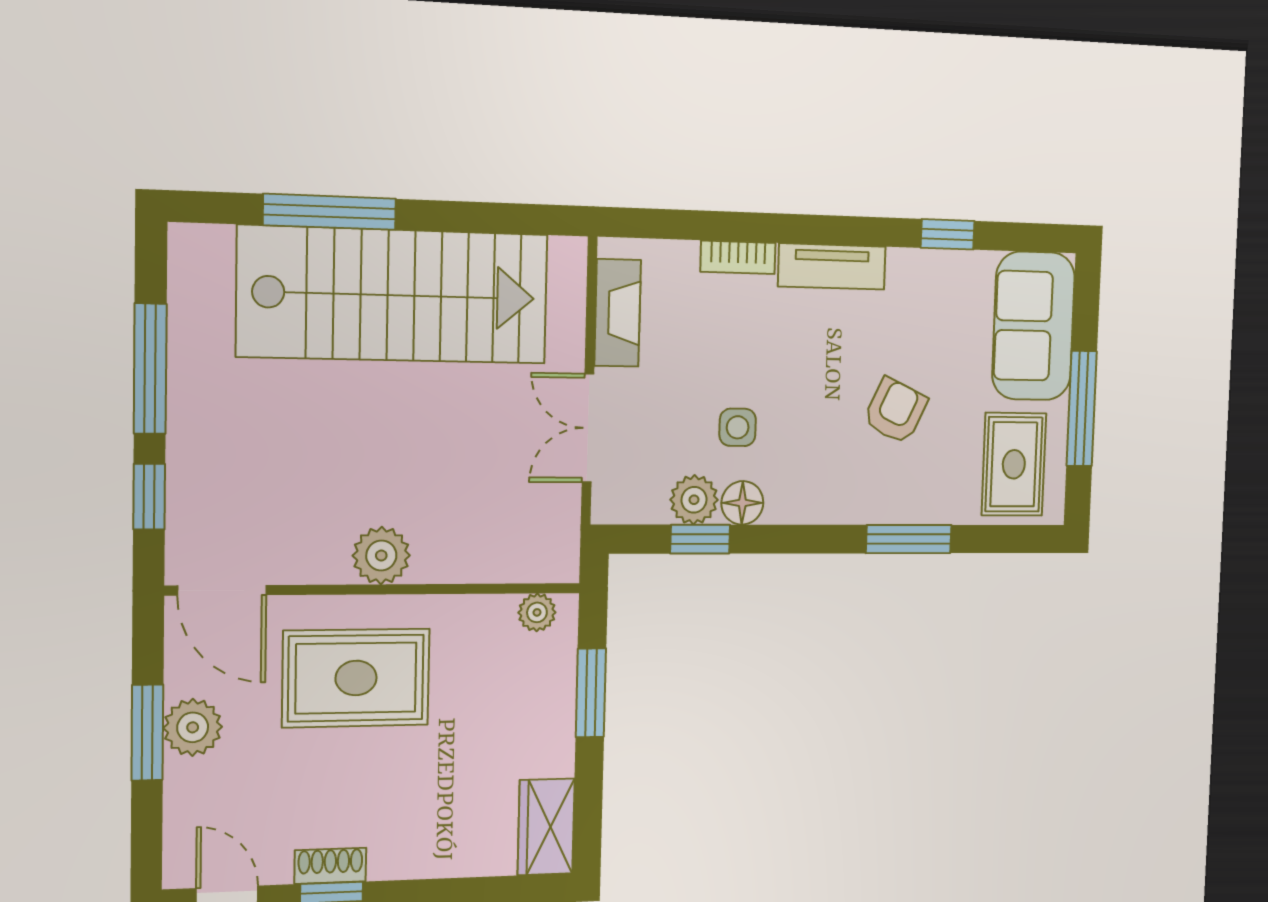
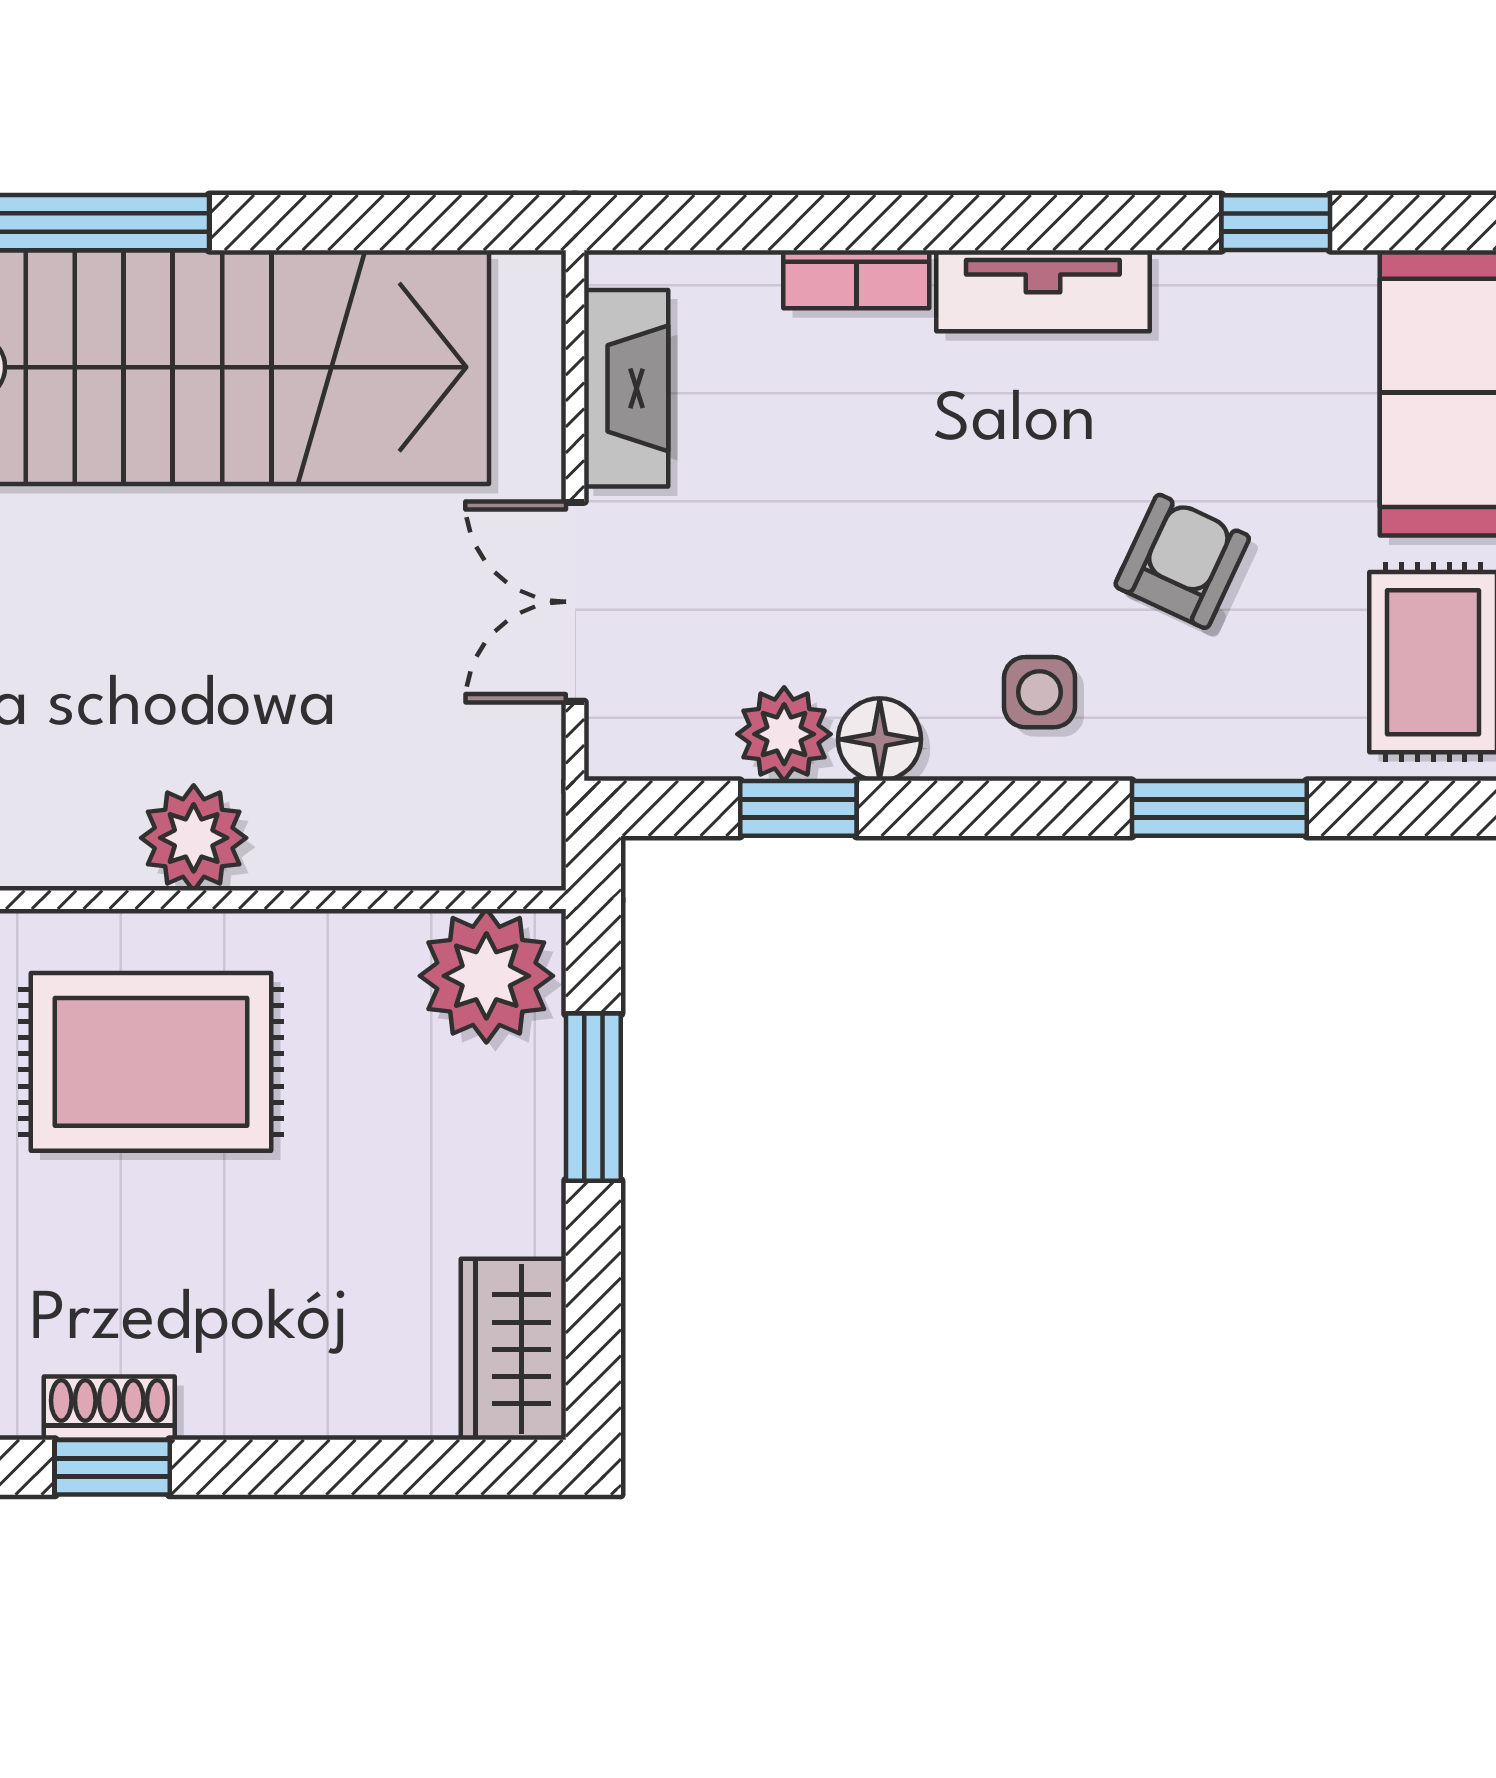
side table: (738, 427) -> (1039, 692), moved
plant: (537, 612) -> (486, 976), width x1.88, depth x1.88

